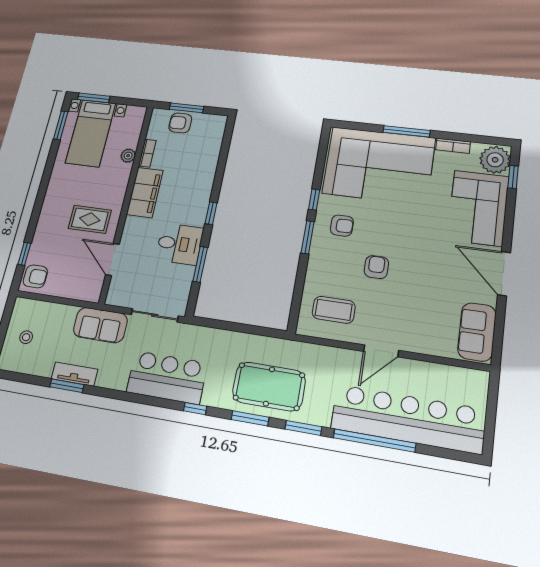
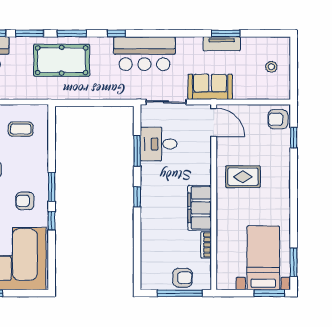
window: (187, 108) -> (180, 293), width x1.44
plant: (128, 156) -> (223, 240), removed
desk: (179, 244) -> (159, 144), moved
door: (112, 259) -> (214, 122), moved
coffee table: (334, 310) -> (21, 129), width x0.73, depth x0.77

